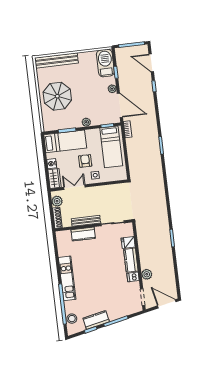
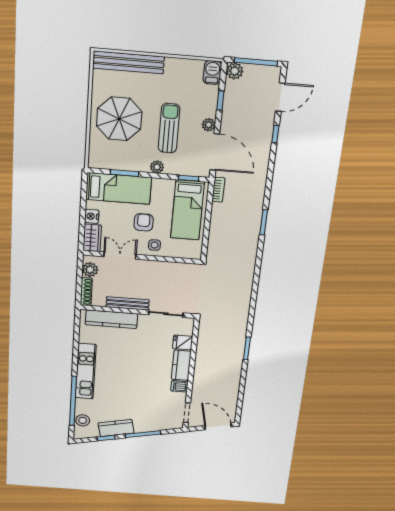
barbecue: (105, 63) -> (212, 73), width x0.53, depth x0.65
door: (151, 63) -> (280, 97), swing flipped
sun lounger: (89, 96) -> (169, 128), added
kitchen counter: (83, 234) -> (111, 319), width x1.50
plant: (147, 274) -> (235, 71), moved

